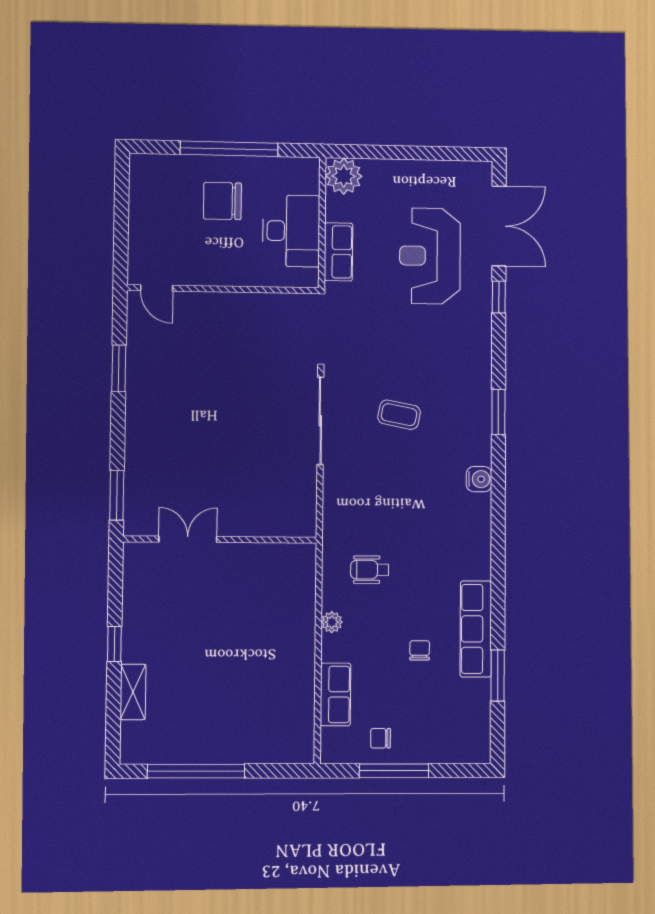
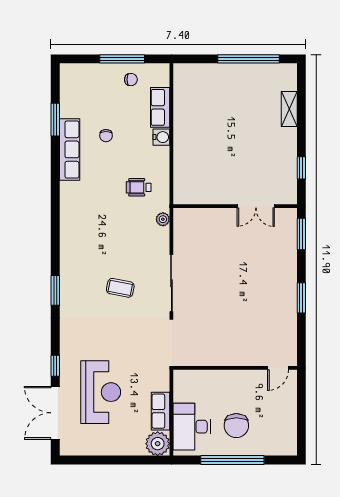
chair: (222, 201) -> (236, 426), turned 90
desk: (291, 231) -> (192, 427), moved
row of seats: (338, 252) -> (161, 411), moved
door: (157, 288) -> (278, 368), swing flipped
window: (119, 368) -> (301, 298), moved
water cooler: (479, 479) -> (161, 137), moved, turned 180
wheelchair: (370, 570) -> (139, 187), turned 180
plant: (332, 622) -> (163, 219), moved
window: (114, 644) -> (301, 168), moved

